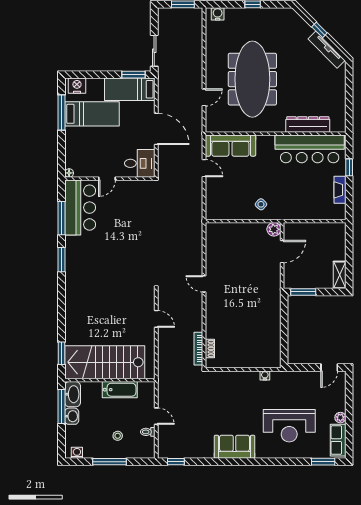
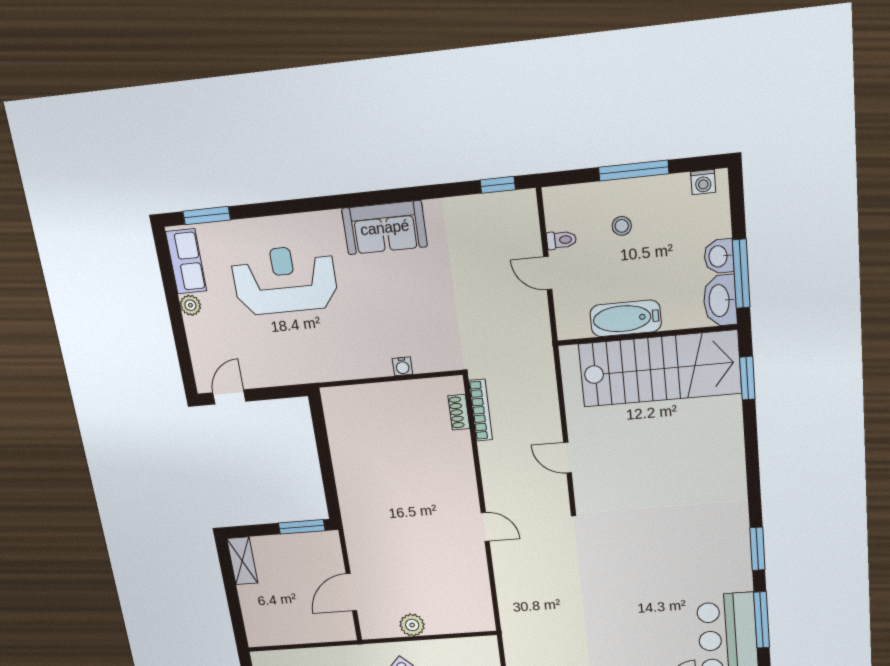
plant: (274, 229) -> (412, 625), moved
water cooler: (265, 376) -> (402, 366), moved

